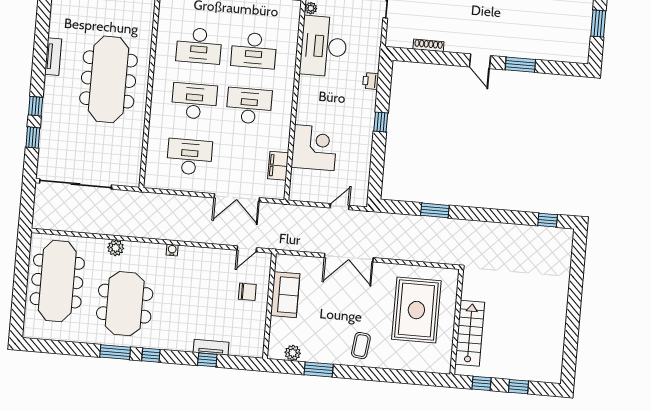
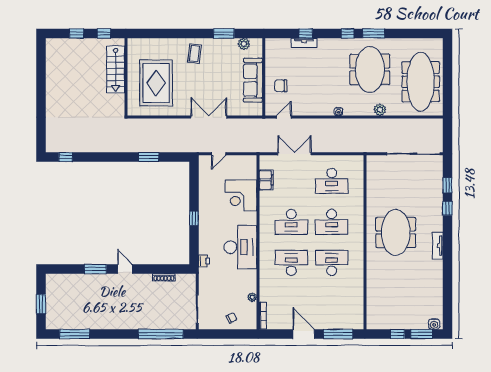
desk: (324, 46) -> (240, 247), moved
meeting table: (108, 79) -> (396, 232), width x0.73
printer: (371, 81) -> (204, 261), moved
sofa: (285, 295) -> (253, 80), width x1.36

